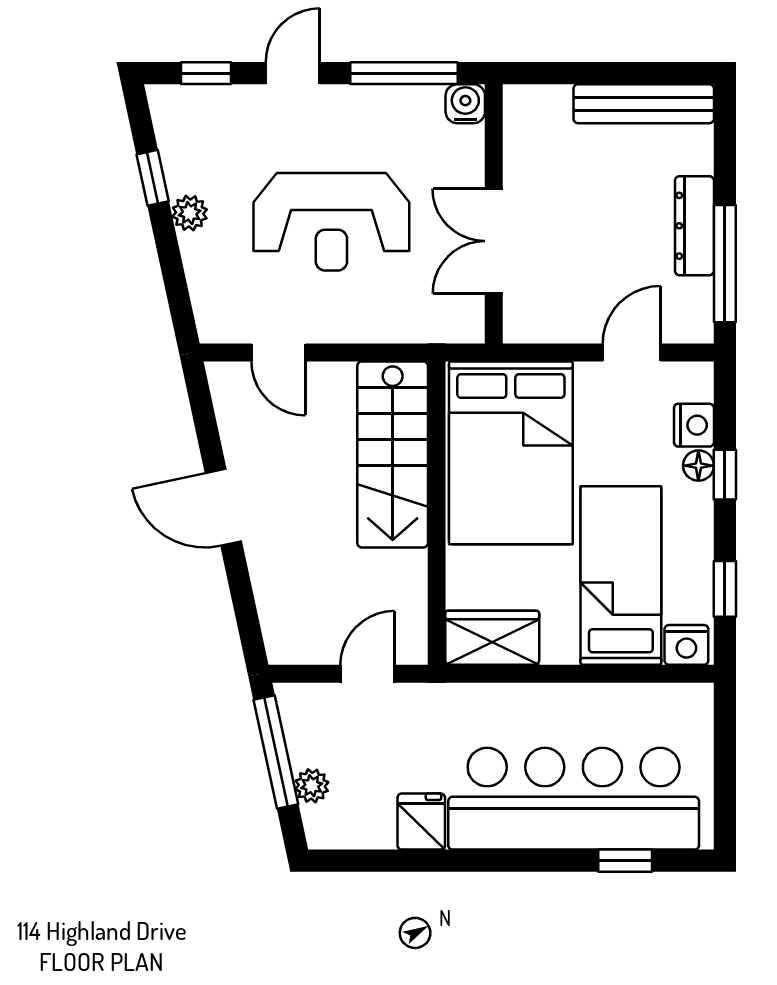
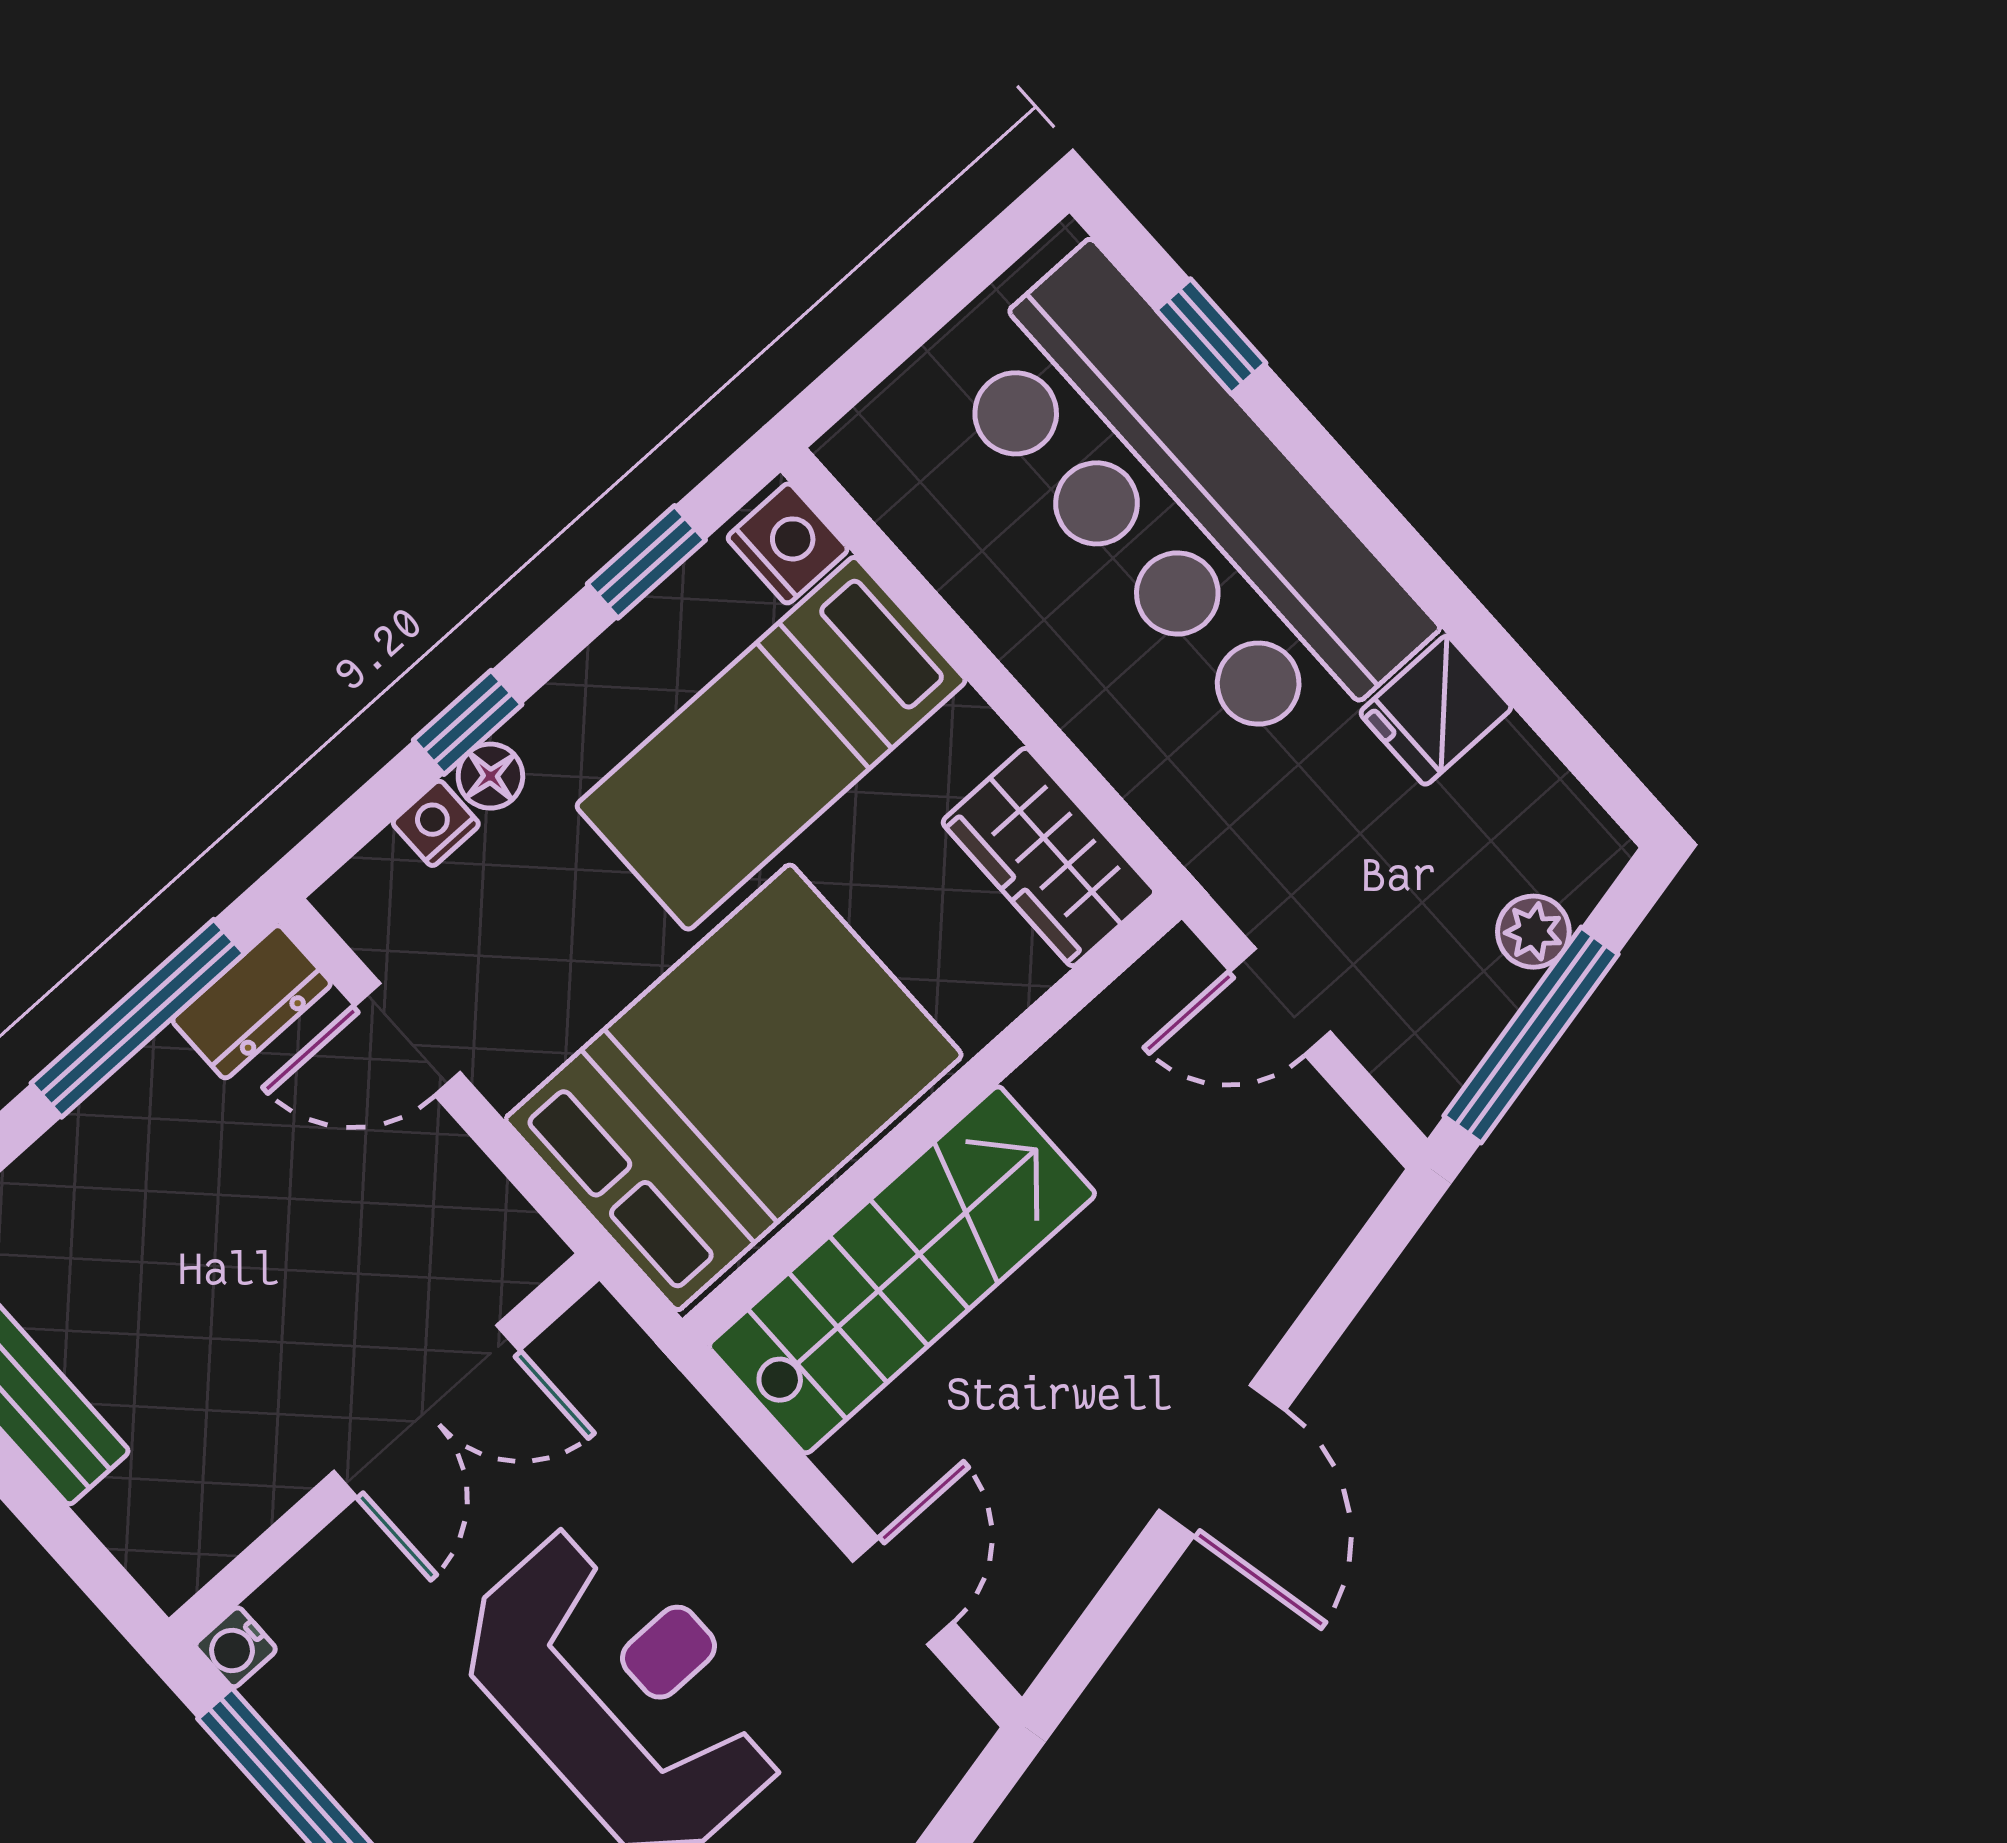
water cooler: (465, 104) -> (236, 1647), width x0.72, depth x0.72
dresser: (694, 226) -> (252, 1002), moved, width x0.70
nightstand: (694, 425) -> (436, 823), width x0.72, depth x0.74

